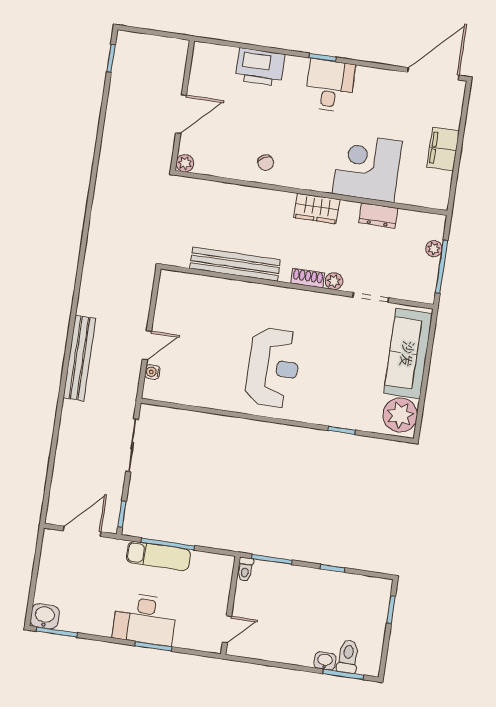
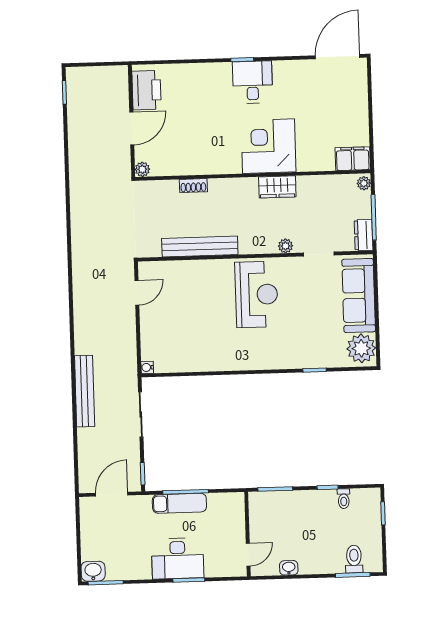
printer: (260, 67) -> (146, 90), moved, turned -90
filing cabinet: (443, 149) -> (353, 159), moved, turned 90
chair: (266, 163) -> (210, 157), removed
corner desk: (367, 167) -> (269, 146), moved
wardrobe: (317, 209) -> (277, 187), moved
dresser: (378, 215) -> (364, 235), moved, turned 90
plant: (434, 249) -> (364, 183), moved
shoe rack: (308, 278) -> (193, 186), moved, turned 180
door: (147, 345) -> (137, 293), moved
bench: (79, 358) -> (85, 391), moved
reception desk: (273, 368) -> (256, 294), moved
water cooler: (152, 372) -> (147, 367), moved
toilet: (245, 569) -> (344, 499), moved
washbasin: (325, 661) -> (289, 568), moved

